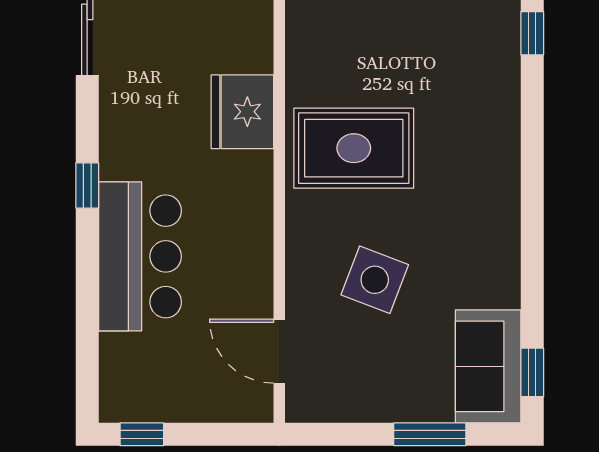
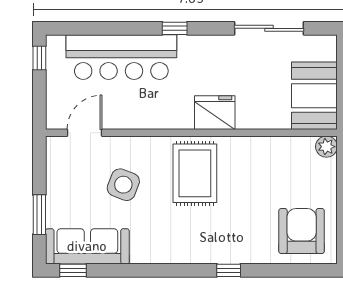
window: (532, 33) -> (229, 270), moved
bar counter: (140, 256) -> (121, 57), width x1.36
sofa: (488, 366) -> (87, 246), width x1.36

